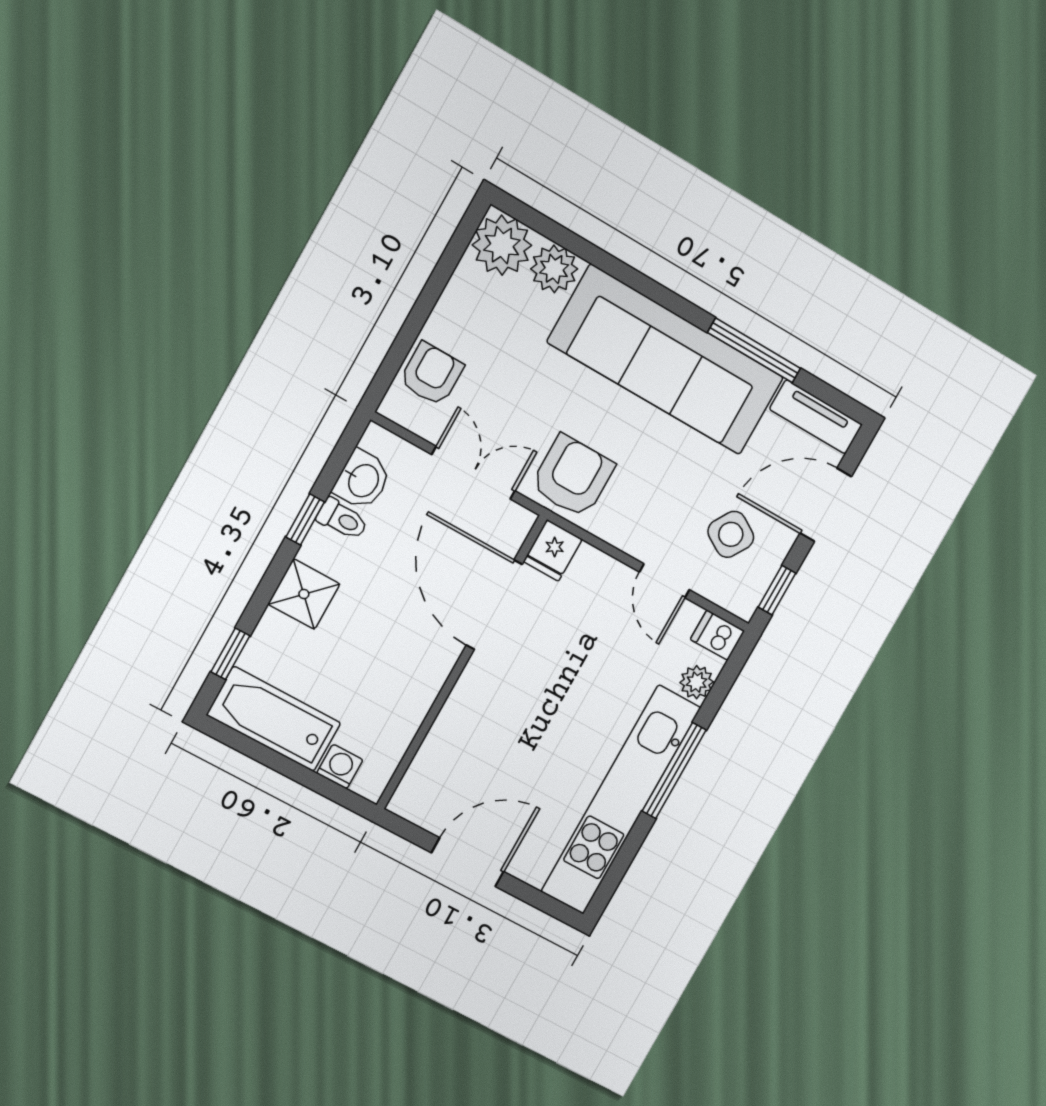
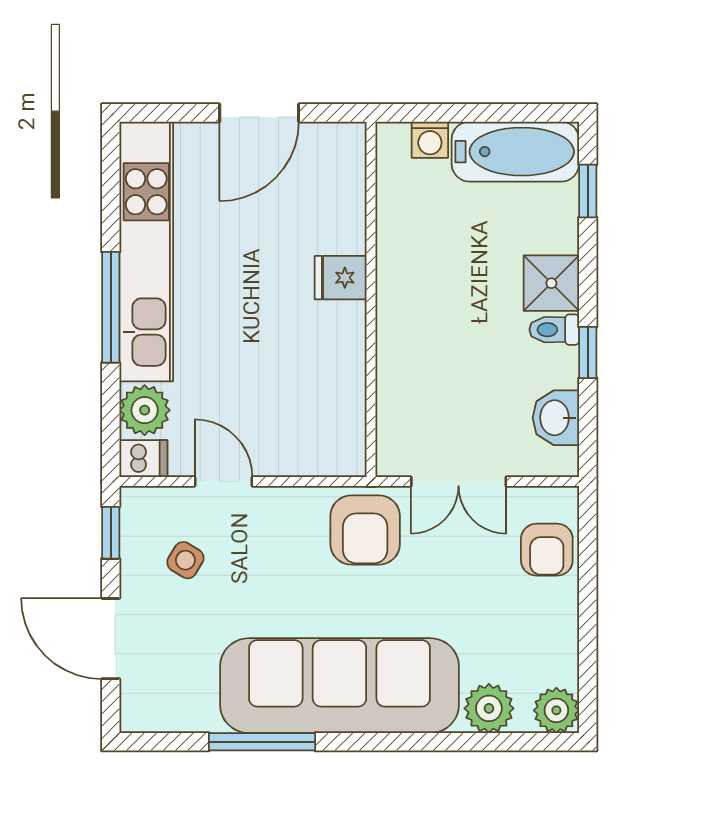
plant: (502, 245) -> (556, 710), width x0.73, depth x0.73
tv unit: (816, 417) -> (168, 715), removed
door: (826, 505) -> (111, 639), swing flipped
toilet: (342, 519) -> (554, 330), moved
side table: (731, 534) -> (185, 560), width x0.73, depth x0.73
fridge: (553, 550) -> (341, 278), moved, turned -90
door: (494, 605) -> (371, 370), removed
plant: (697, 682) -> (145, 410), width x1.38, depth x1.38

